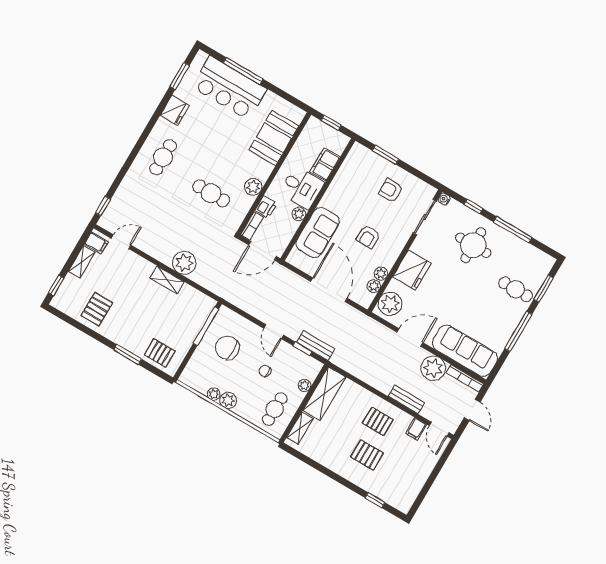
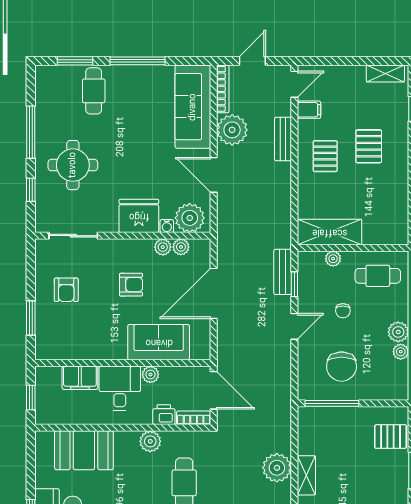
water cooler: (444, 199) -> (167, 226), moved
pallet: (160, 353) -> (391, 437), turned 90
shelving: (300, 428) -> (385, 73), moved

